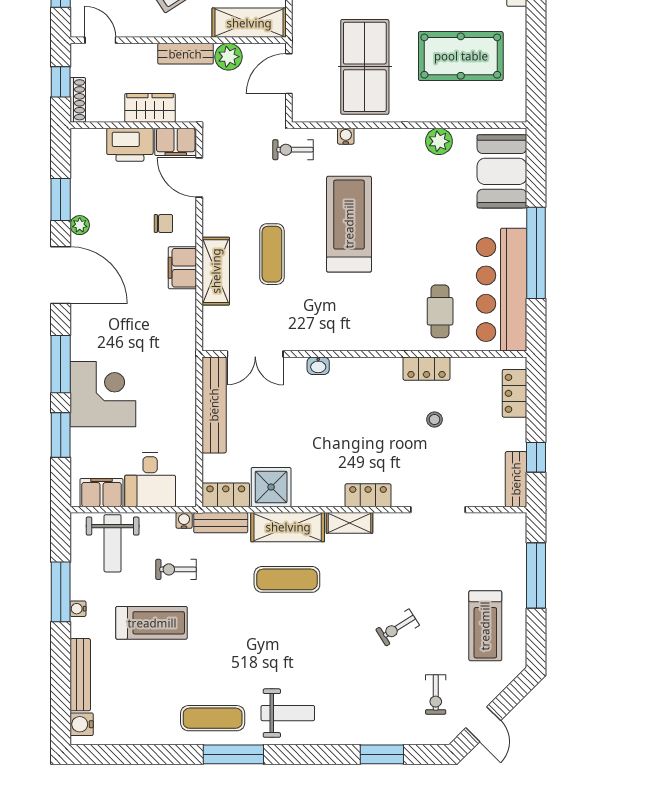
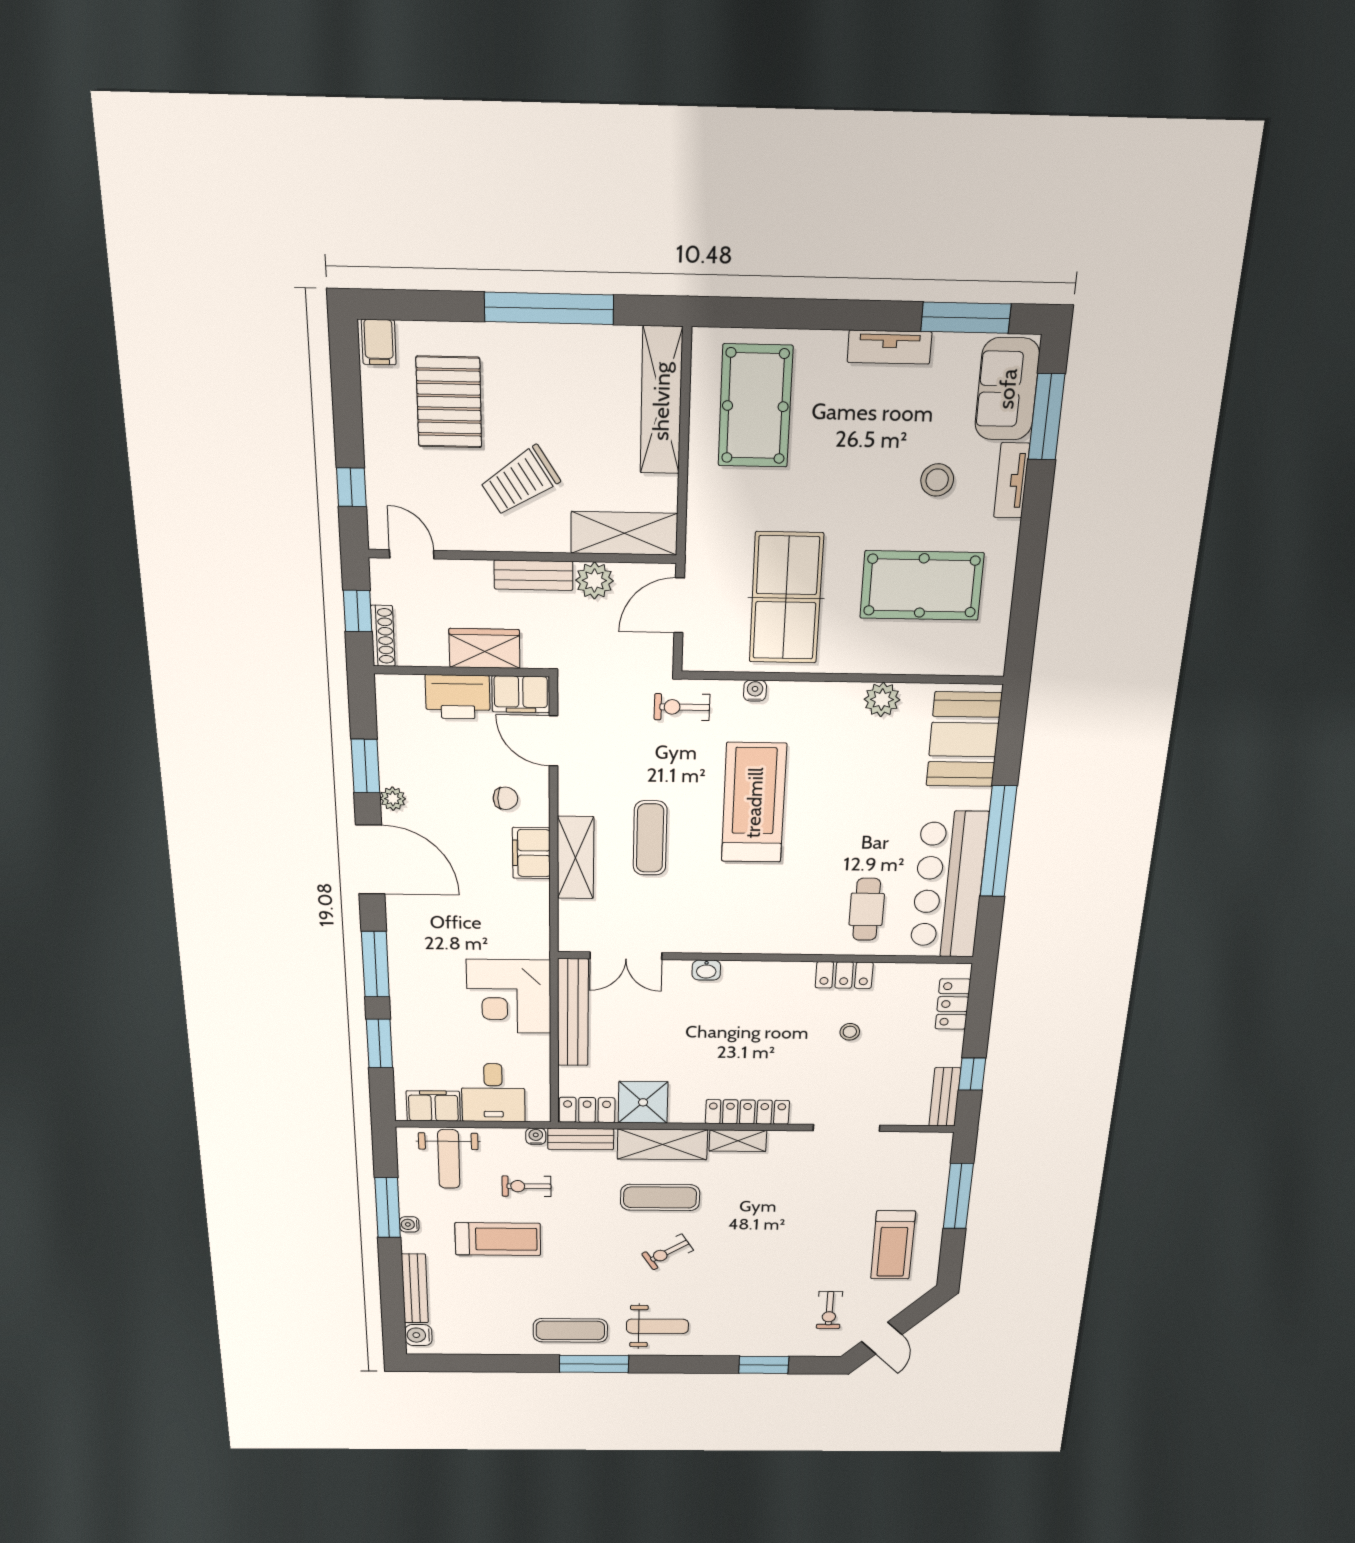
corner desk: (103, 394) -> (509, 996), moved, turned 180
locker: (368, 495) -> (747, 1112), width x1.53
exercise bike: (398, 627) -> (667, 1252), moved

